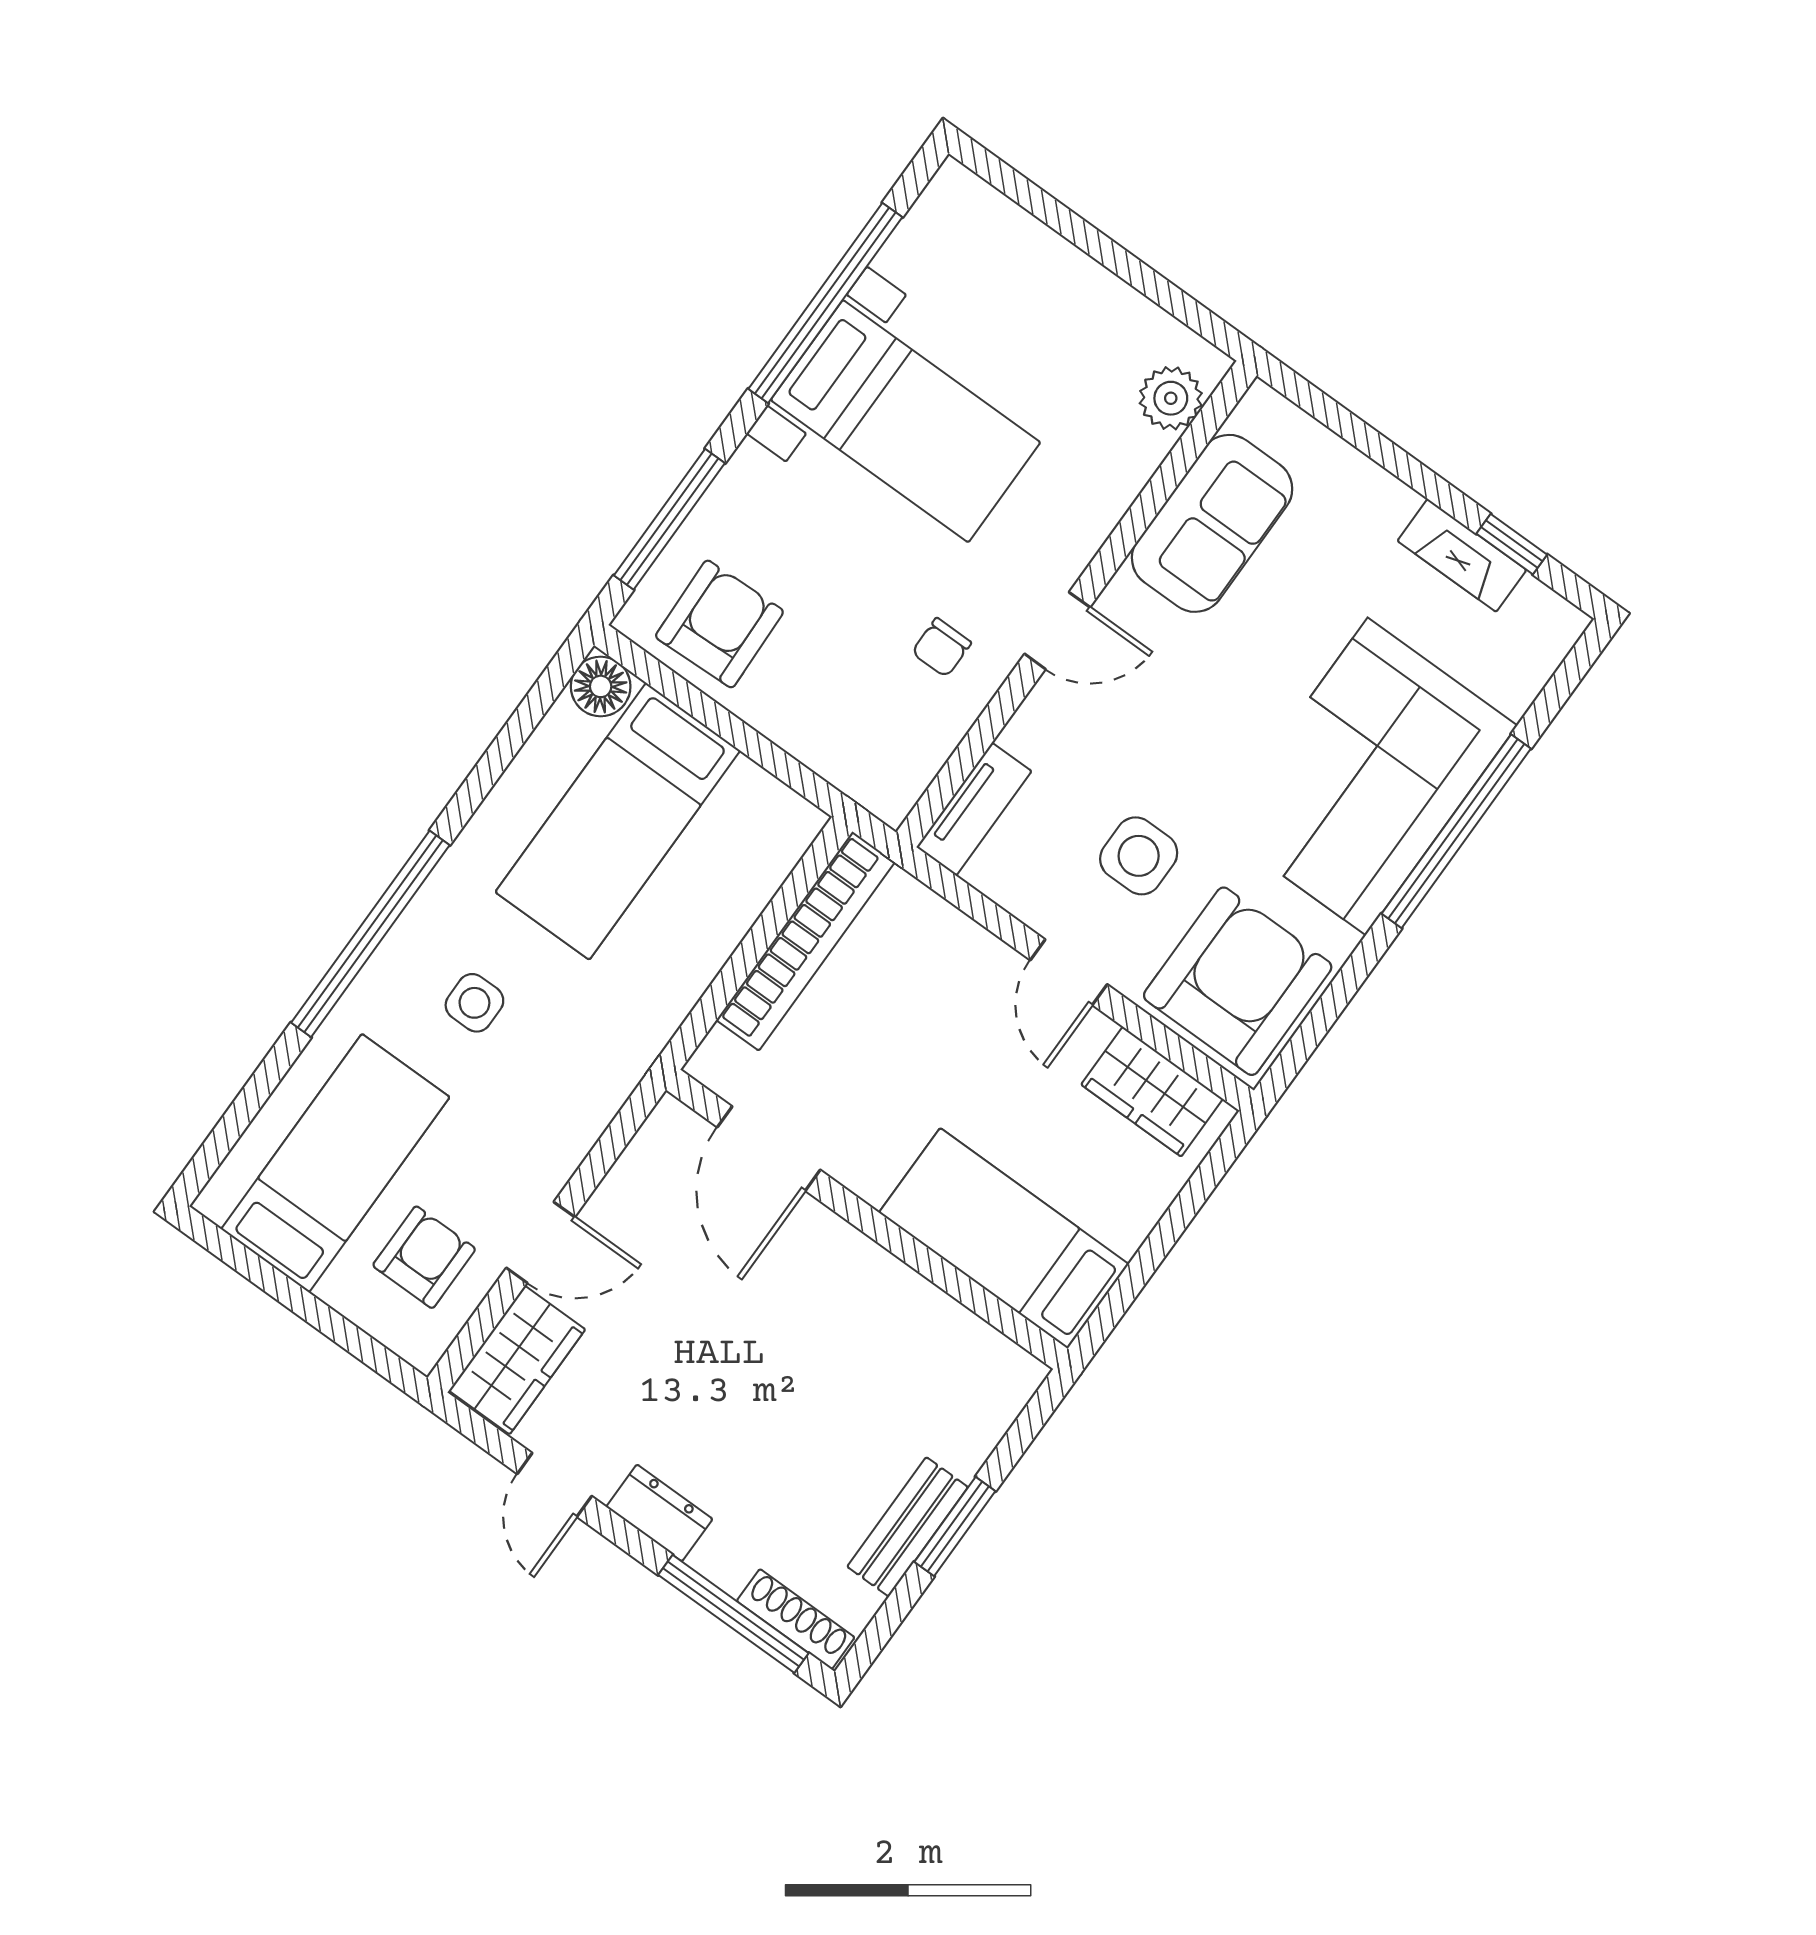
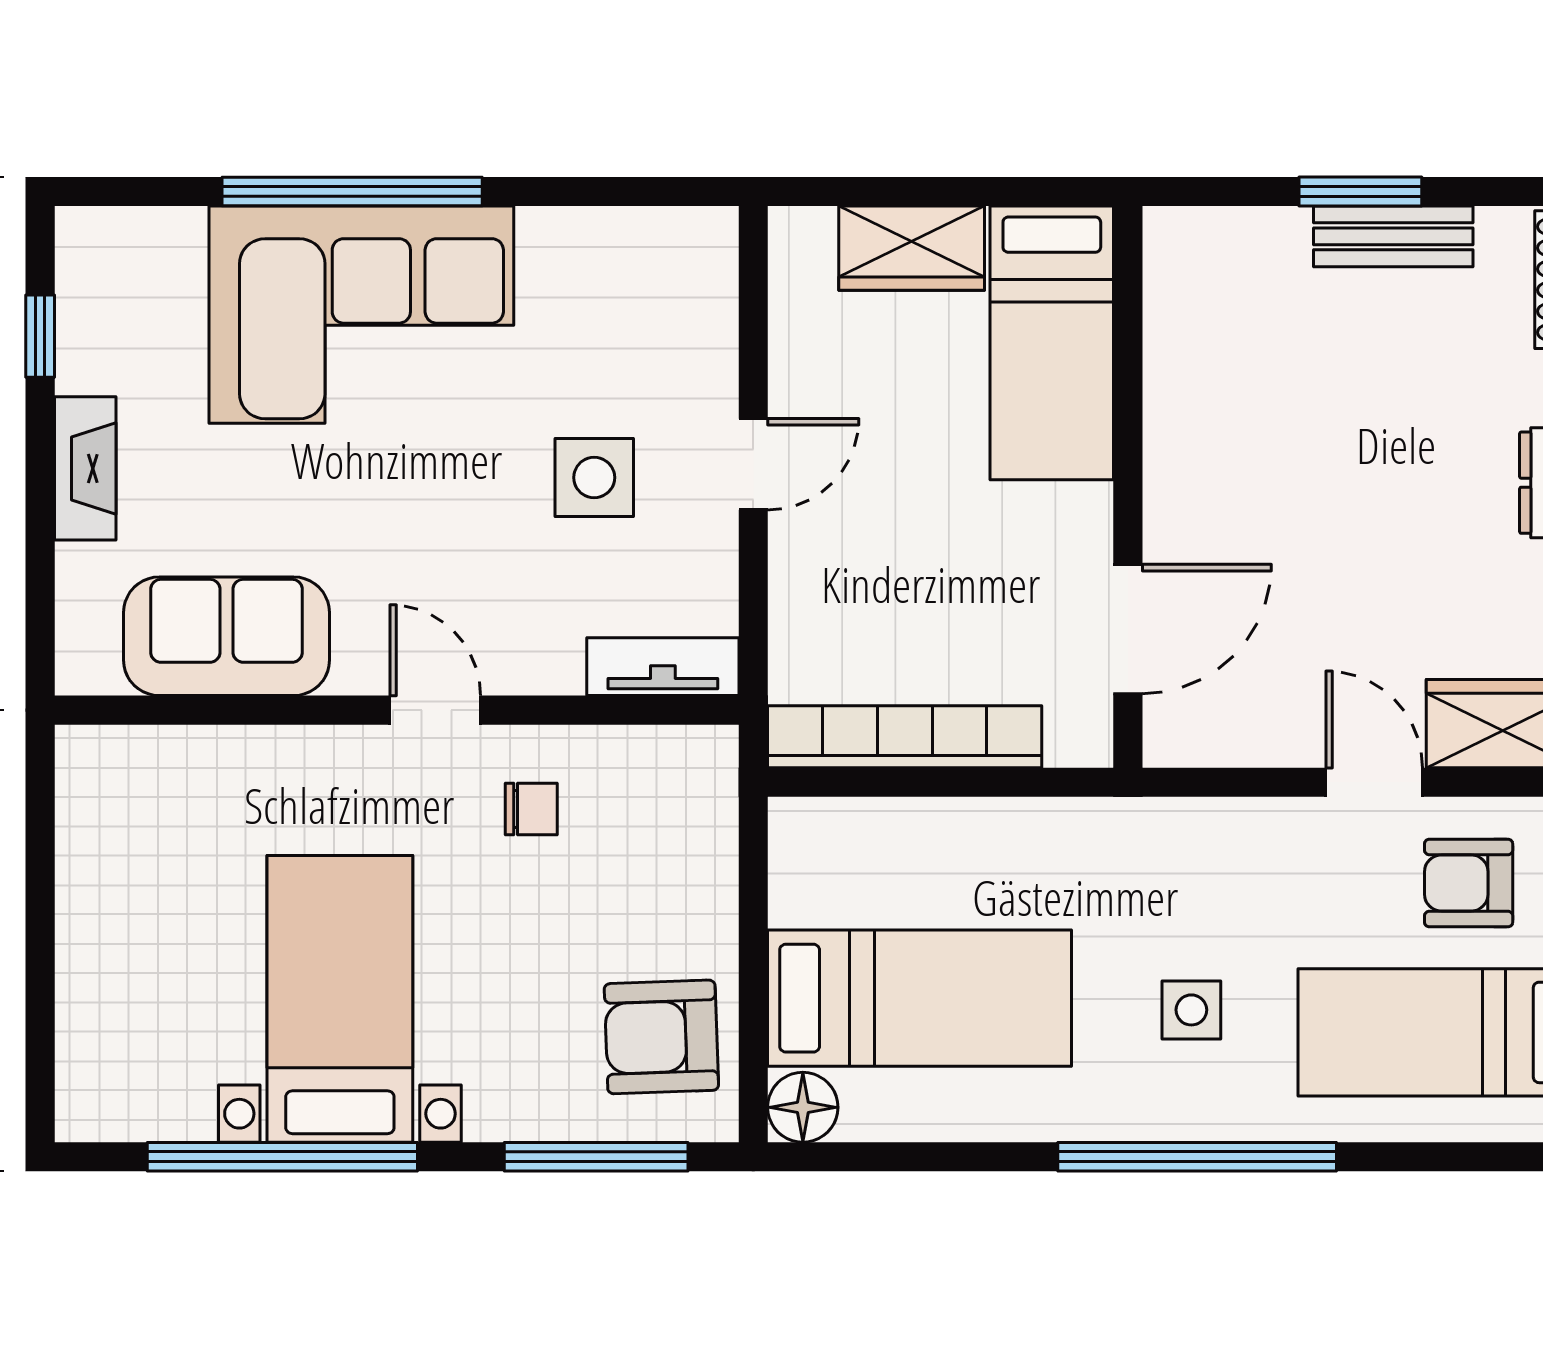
plant: (1171, 398) -> (136, 762), removed
fireplace: (1462, 555) -> (85, 468), moved
armchair: (1238, 981) -> (646, 297), removed
wardrobe: (1152, 1092) -> (912, 248), moved, turned 90

